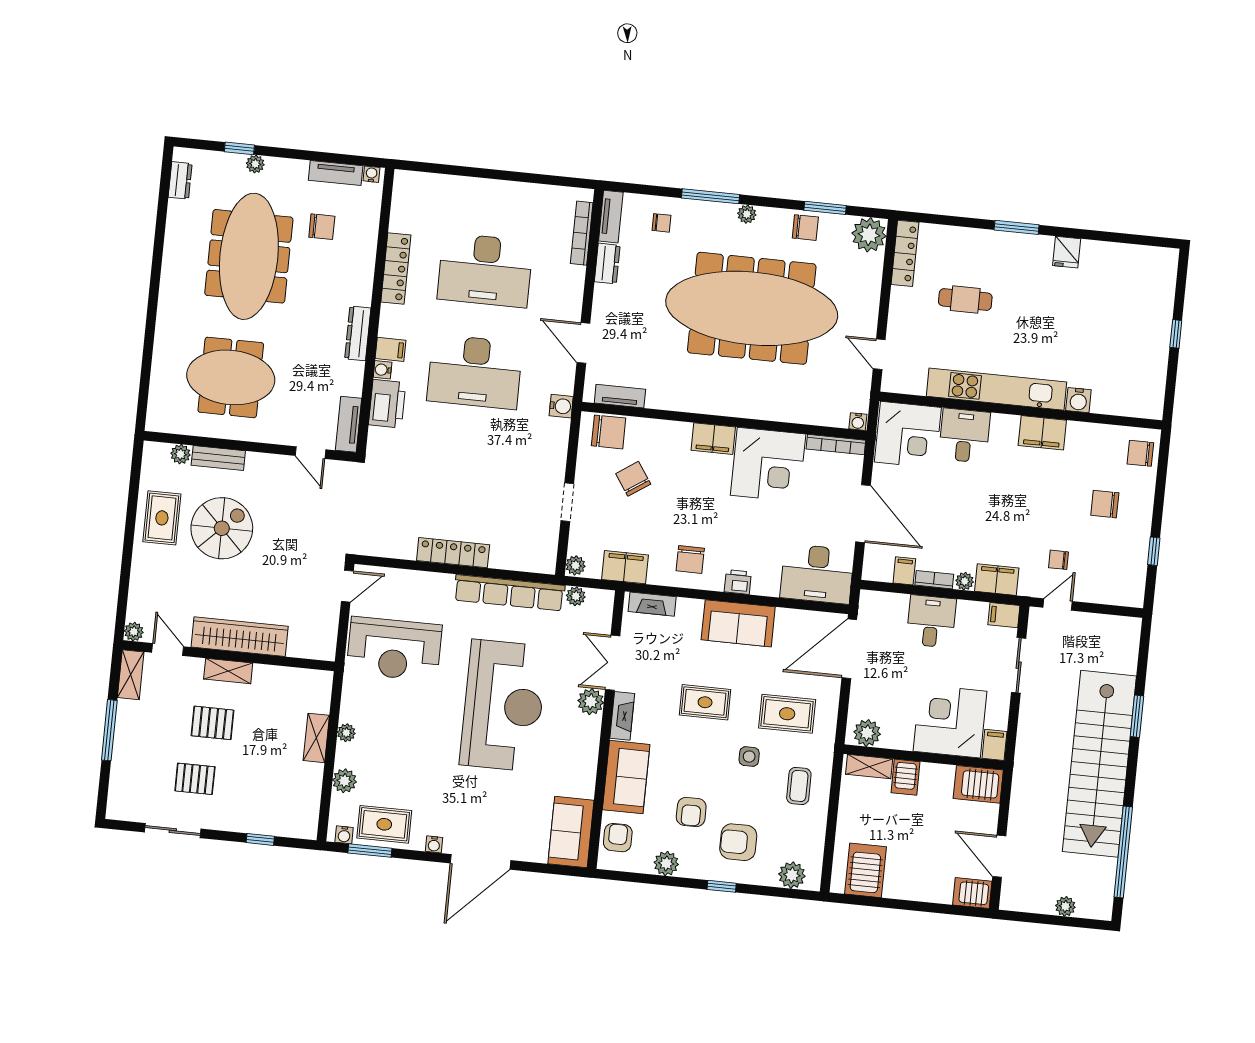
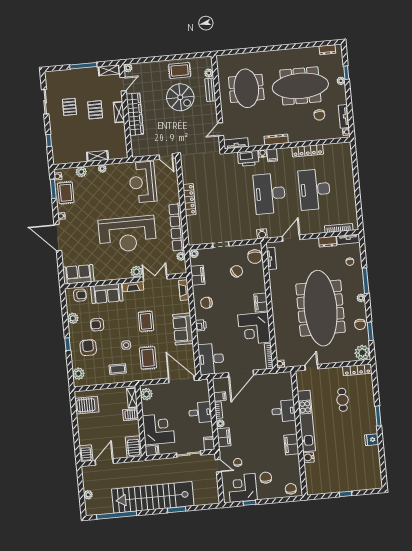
corner desk: (908, 435) -> (243, 488), moved, turned 90

